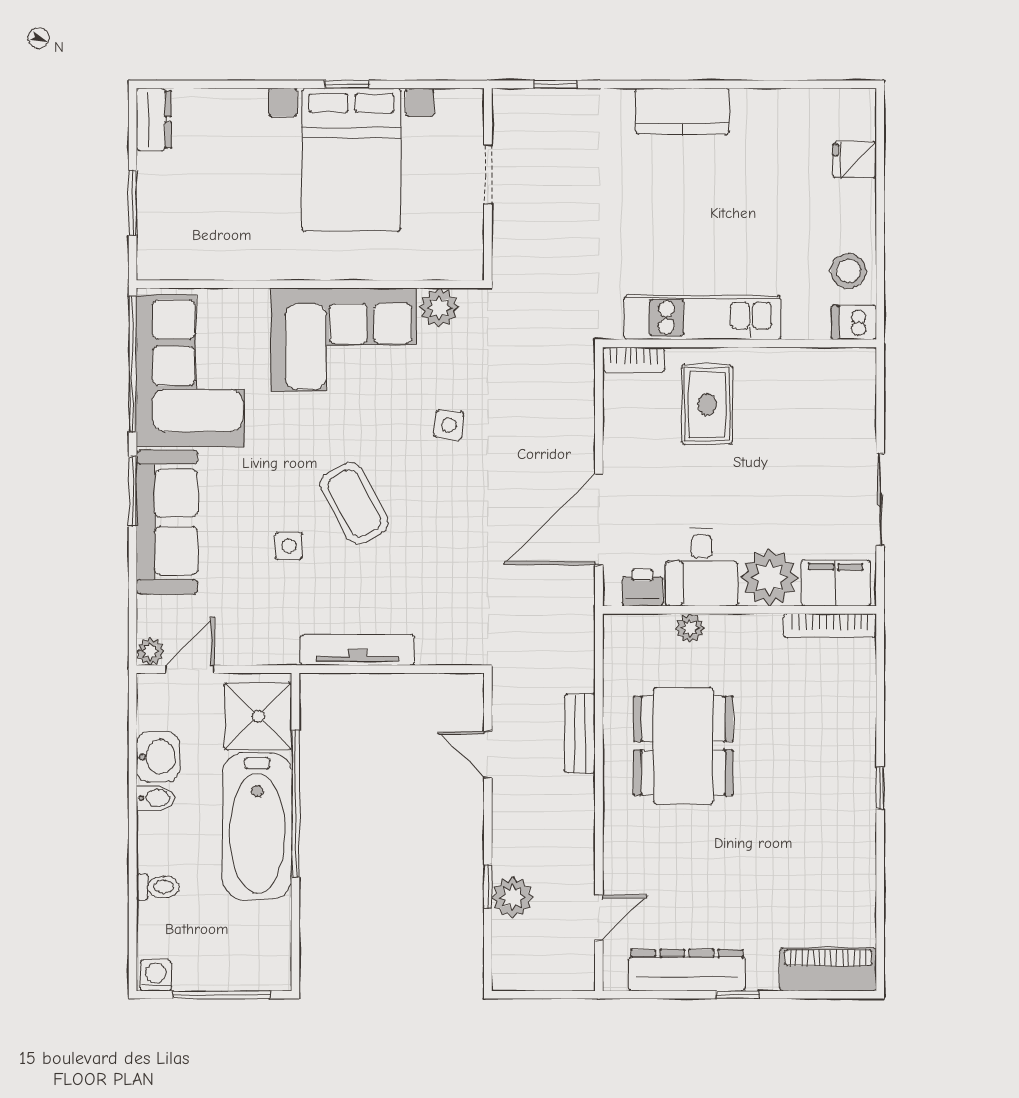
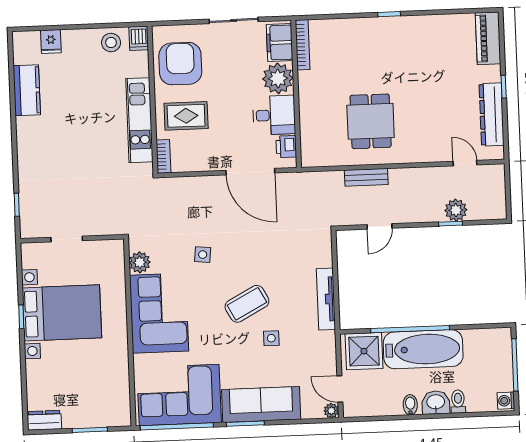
kitchen counter: (682, 111) -> (27, 90), moved
armchair: (804, 398) -> (180, 64), added
plant: (690, 628) -> (307, 120), removed
dining table: (683, 746) -> (371, 121), width x0.73
washbasin: (158, 757) -> (436, 402), moved

